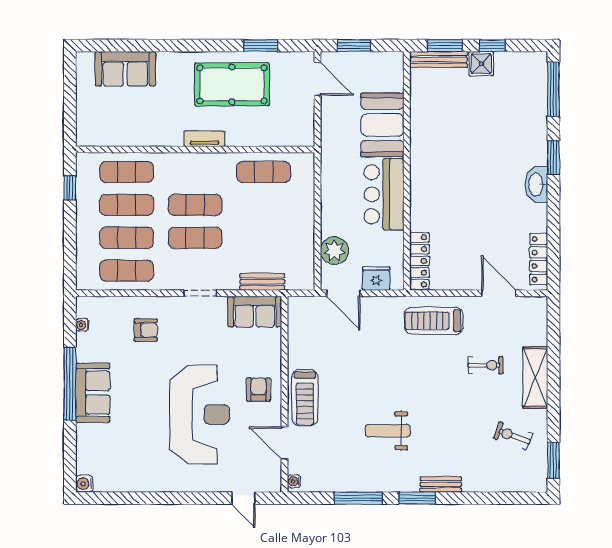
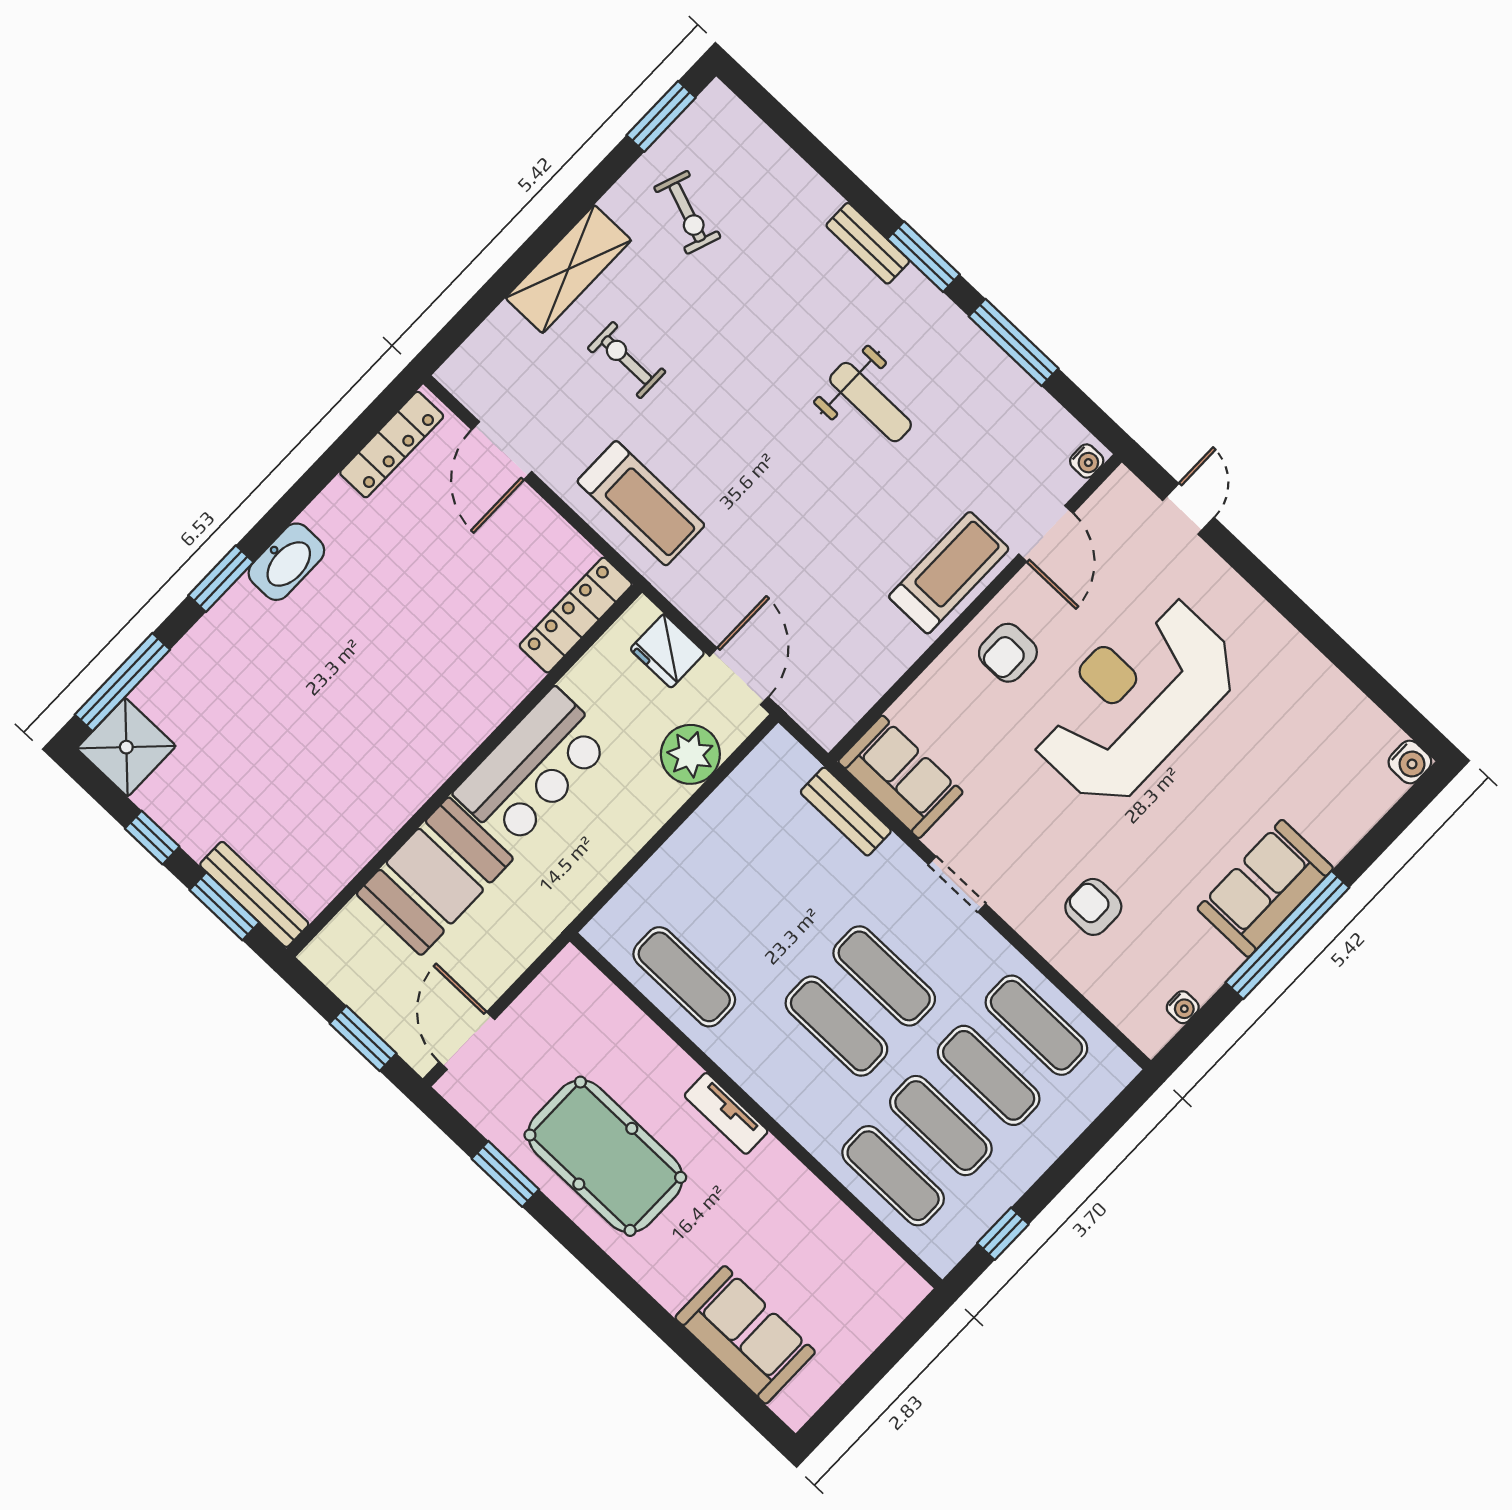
shower: (481, 64) -> (126, 747), moved, width x1.36, depth x1.36

